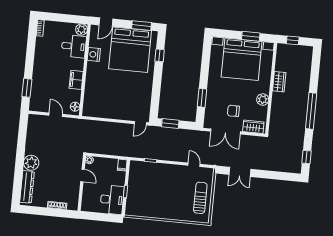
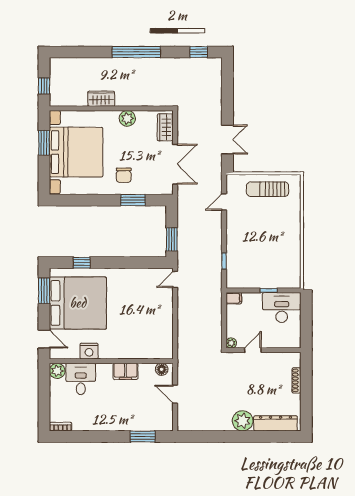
chair: (233, 111) -> (124, 175), moved
door: (56, 115) -> (175, 394), hinge flipped
door: (140, 123) -> (175, 279), swing flipped

